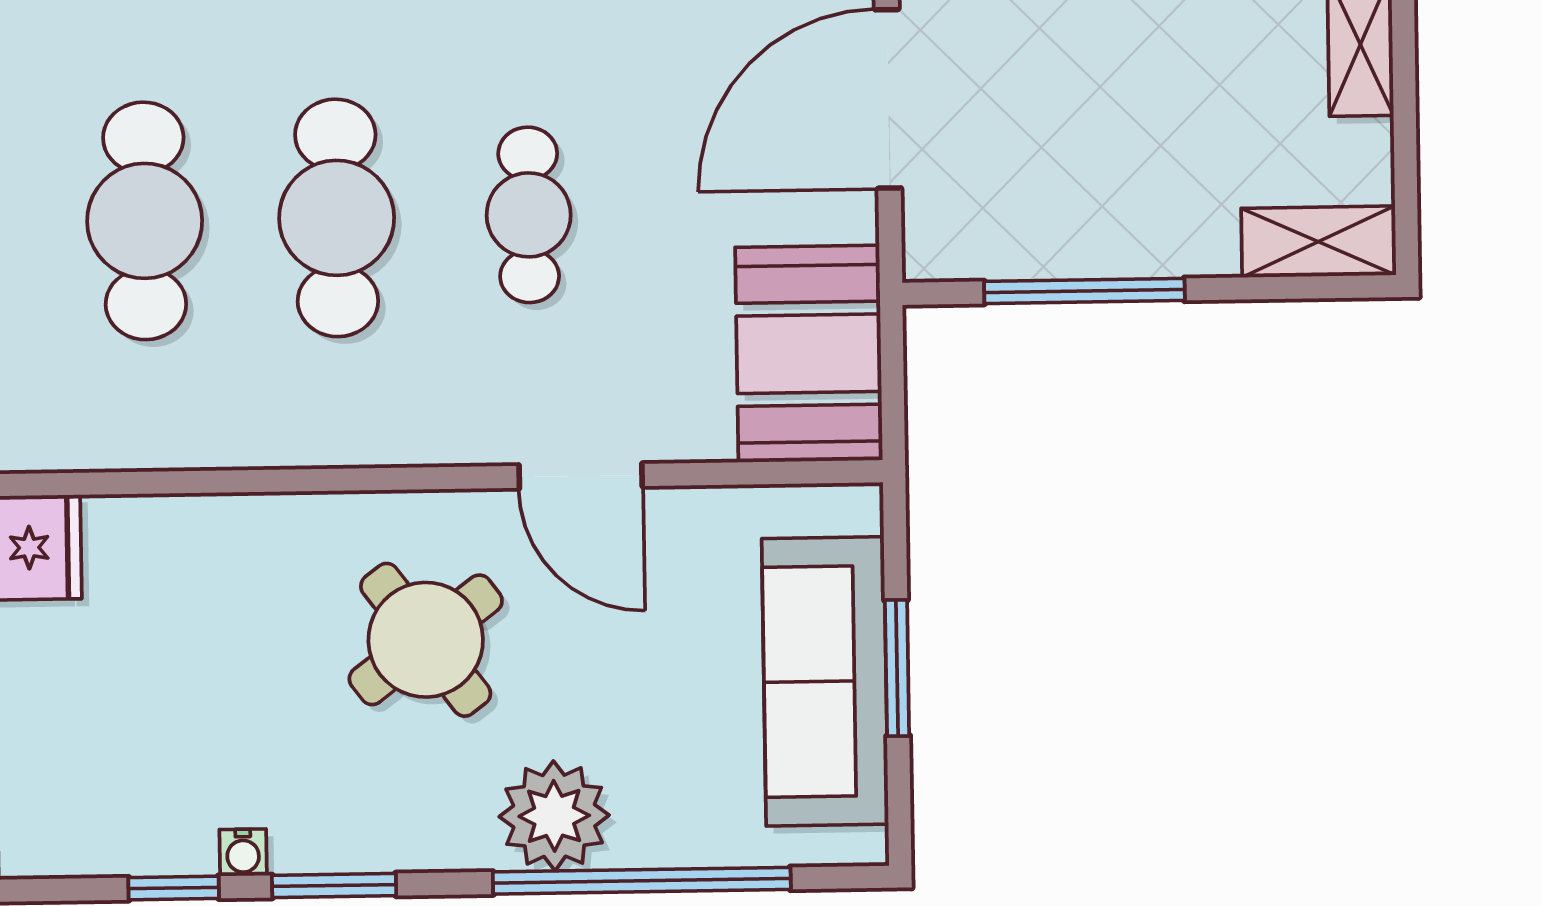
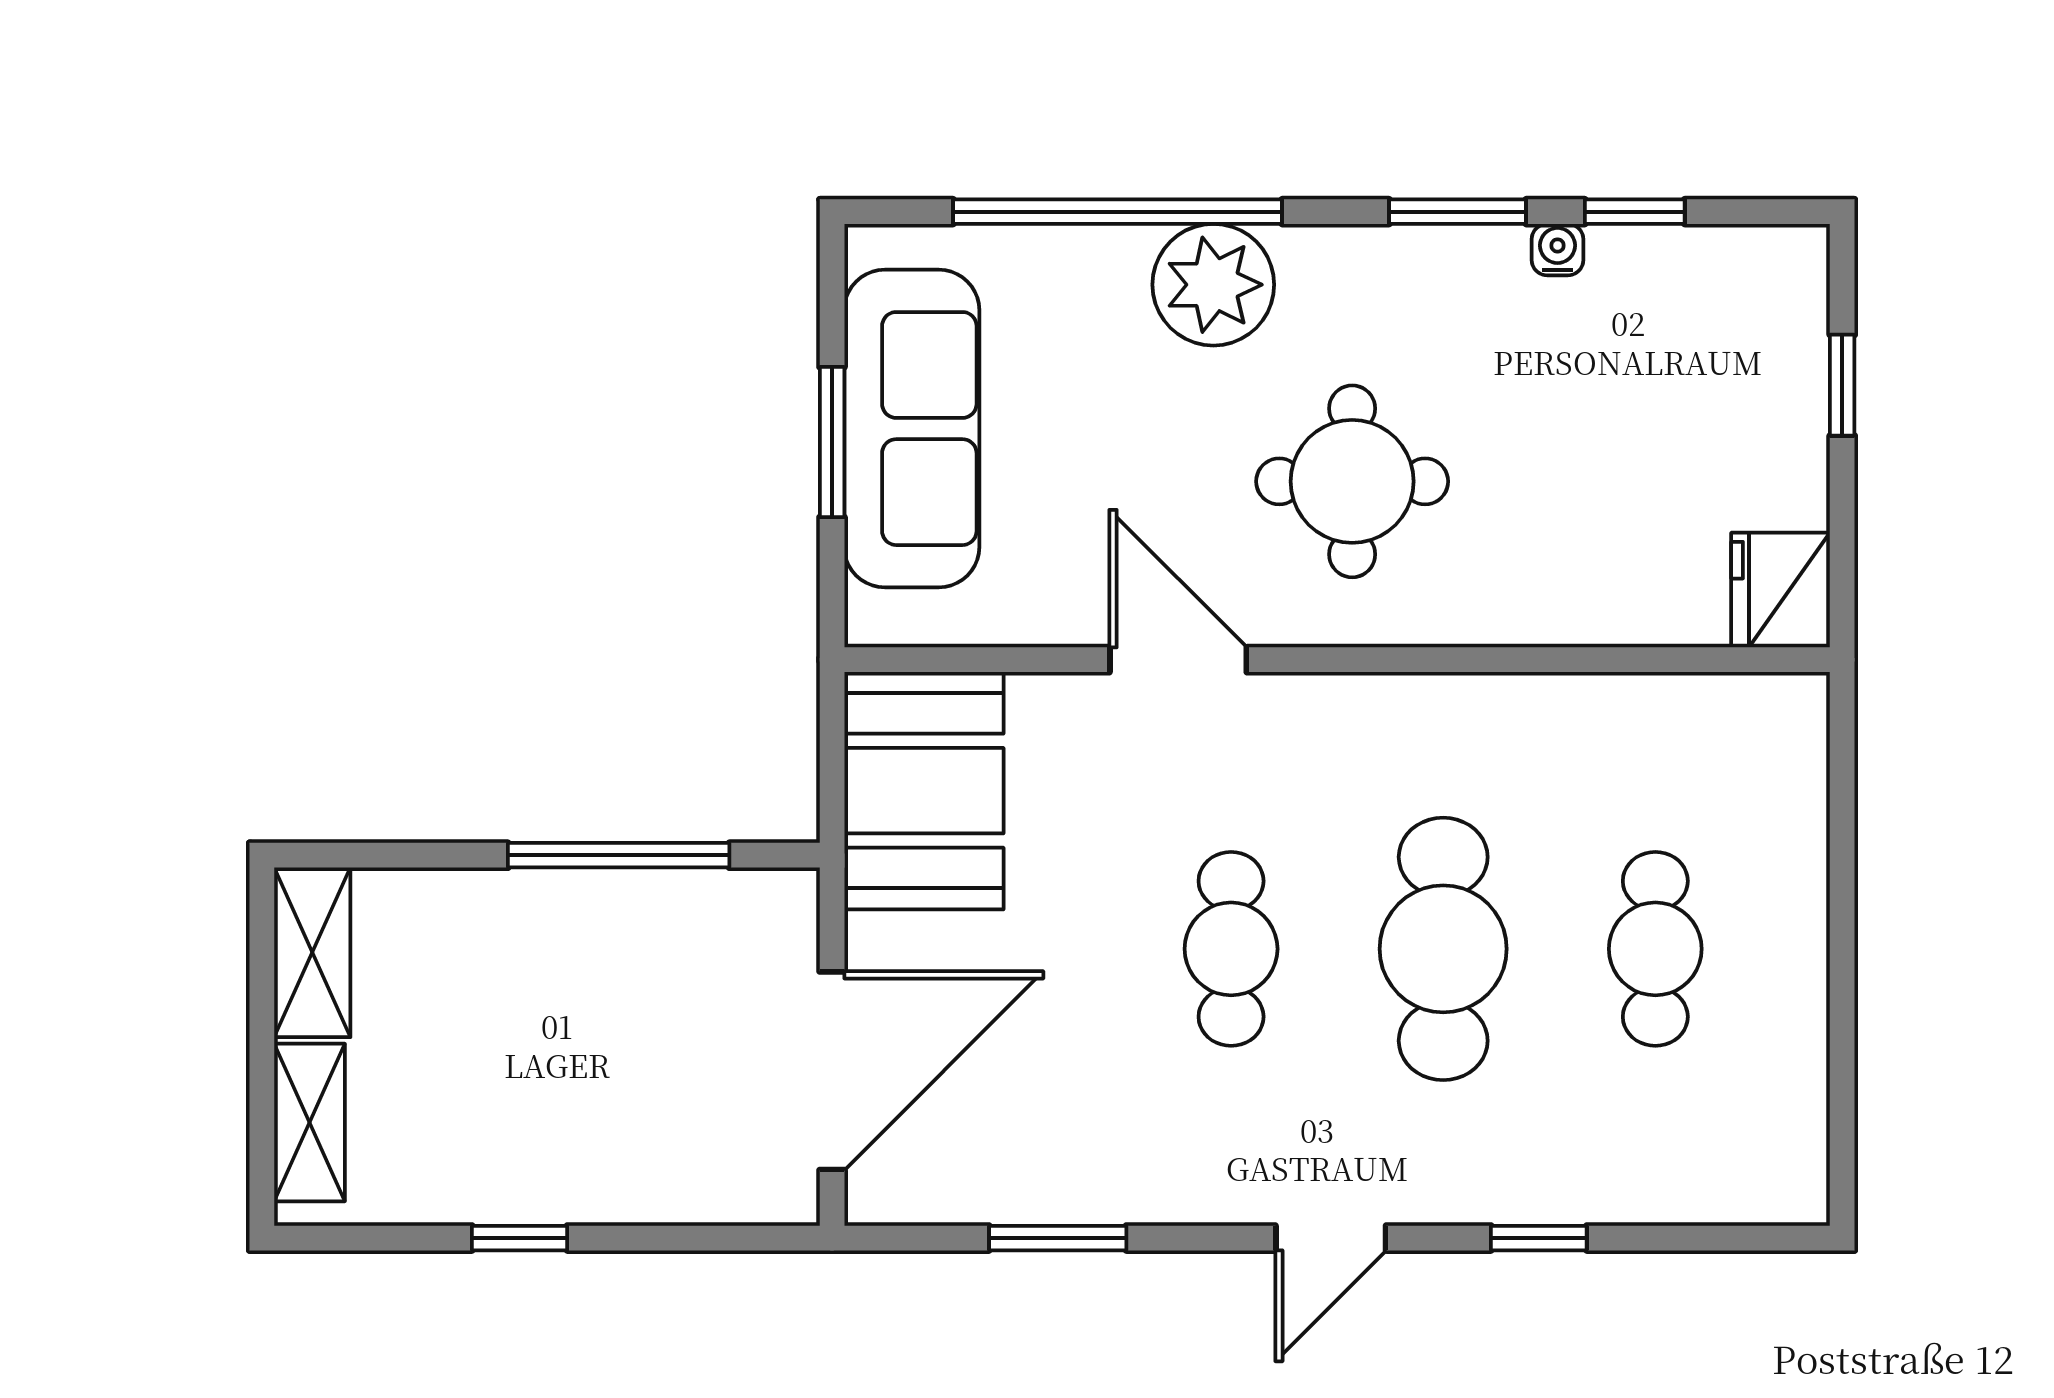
cafe table: (145, 221) -> (1655, 949), width x0.73, depth x0.74
shelving: (1318, 242) -> (312, 952), moved, turned 90
round table: (426, 640) -> (1352, 481), turned 37

